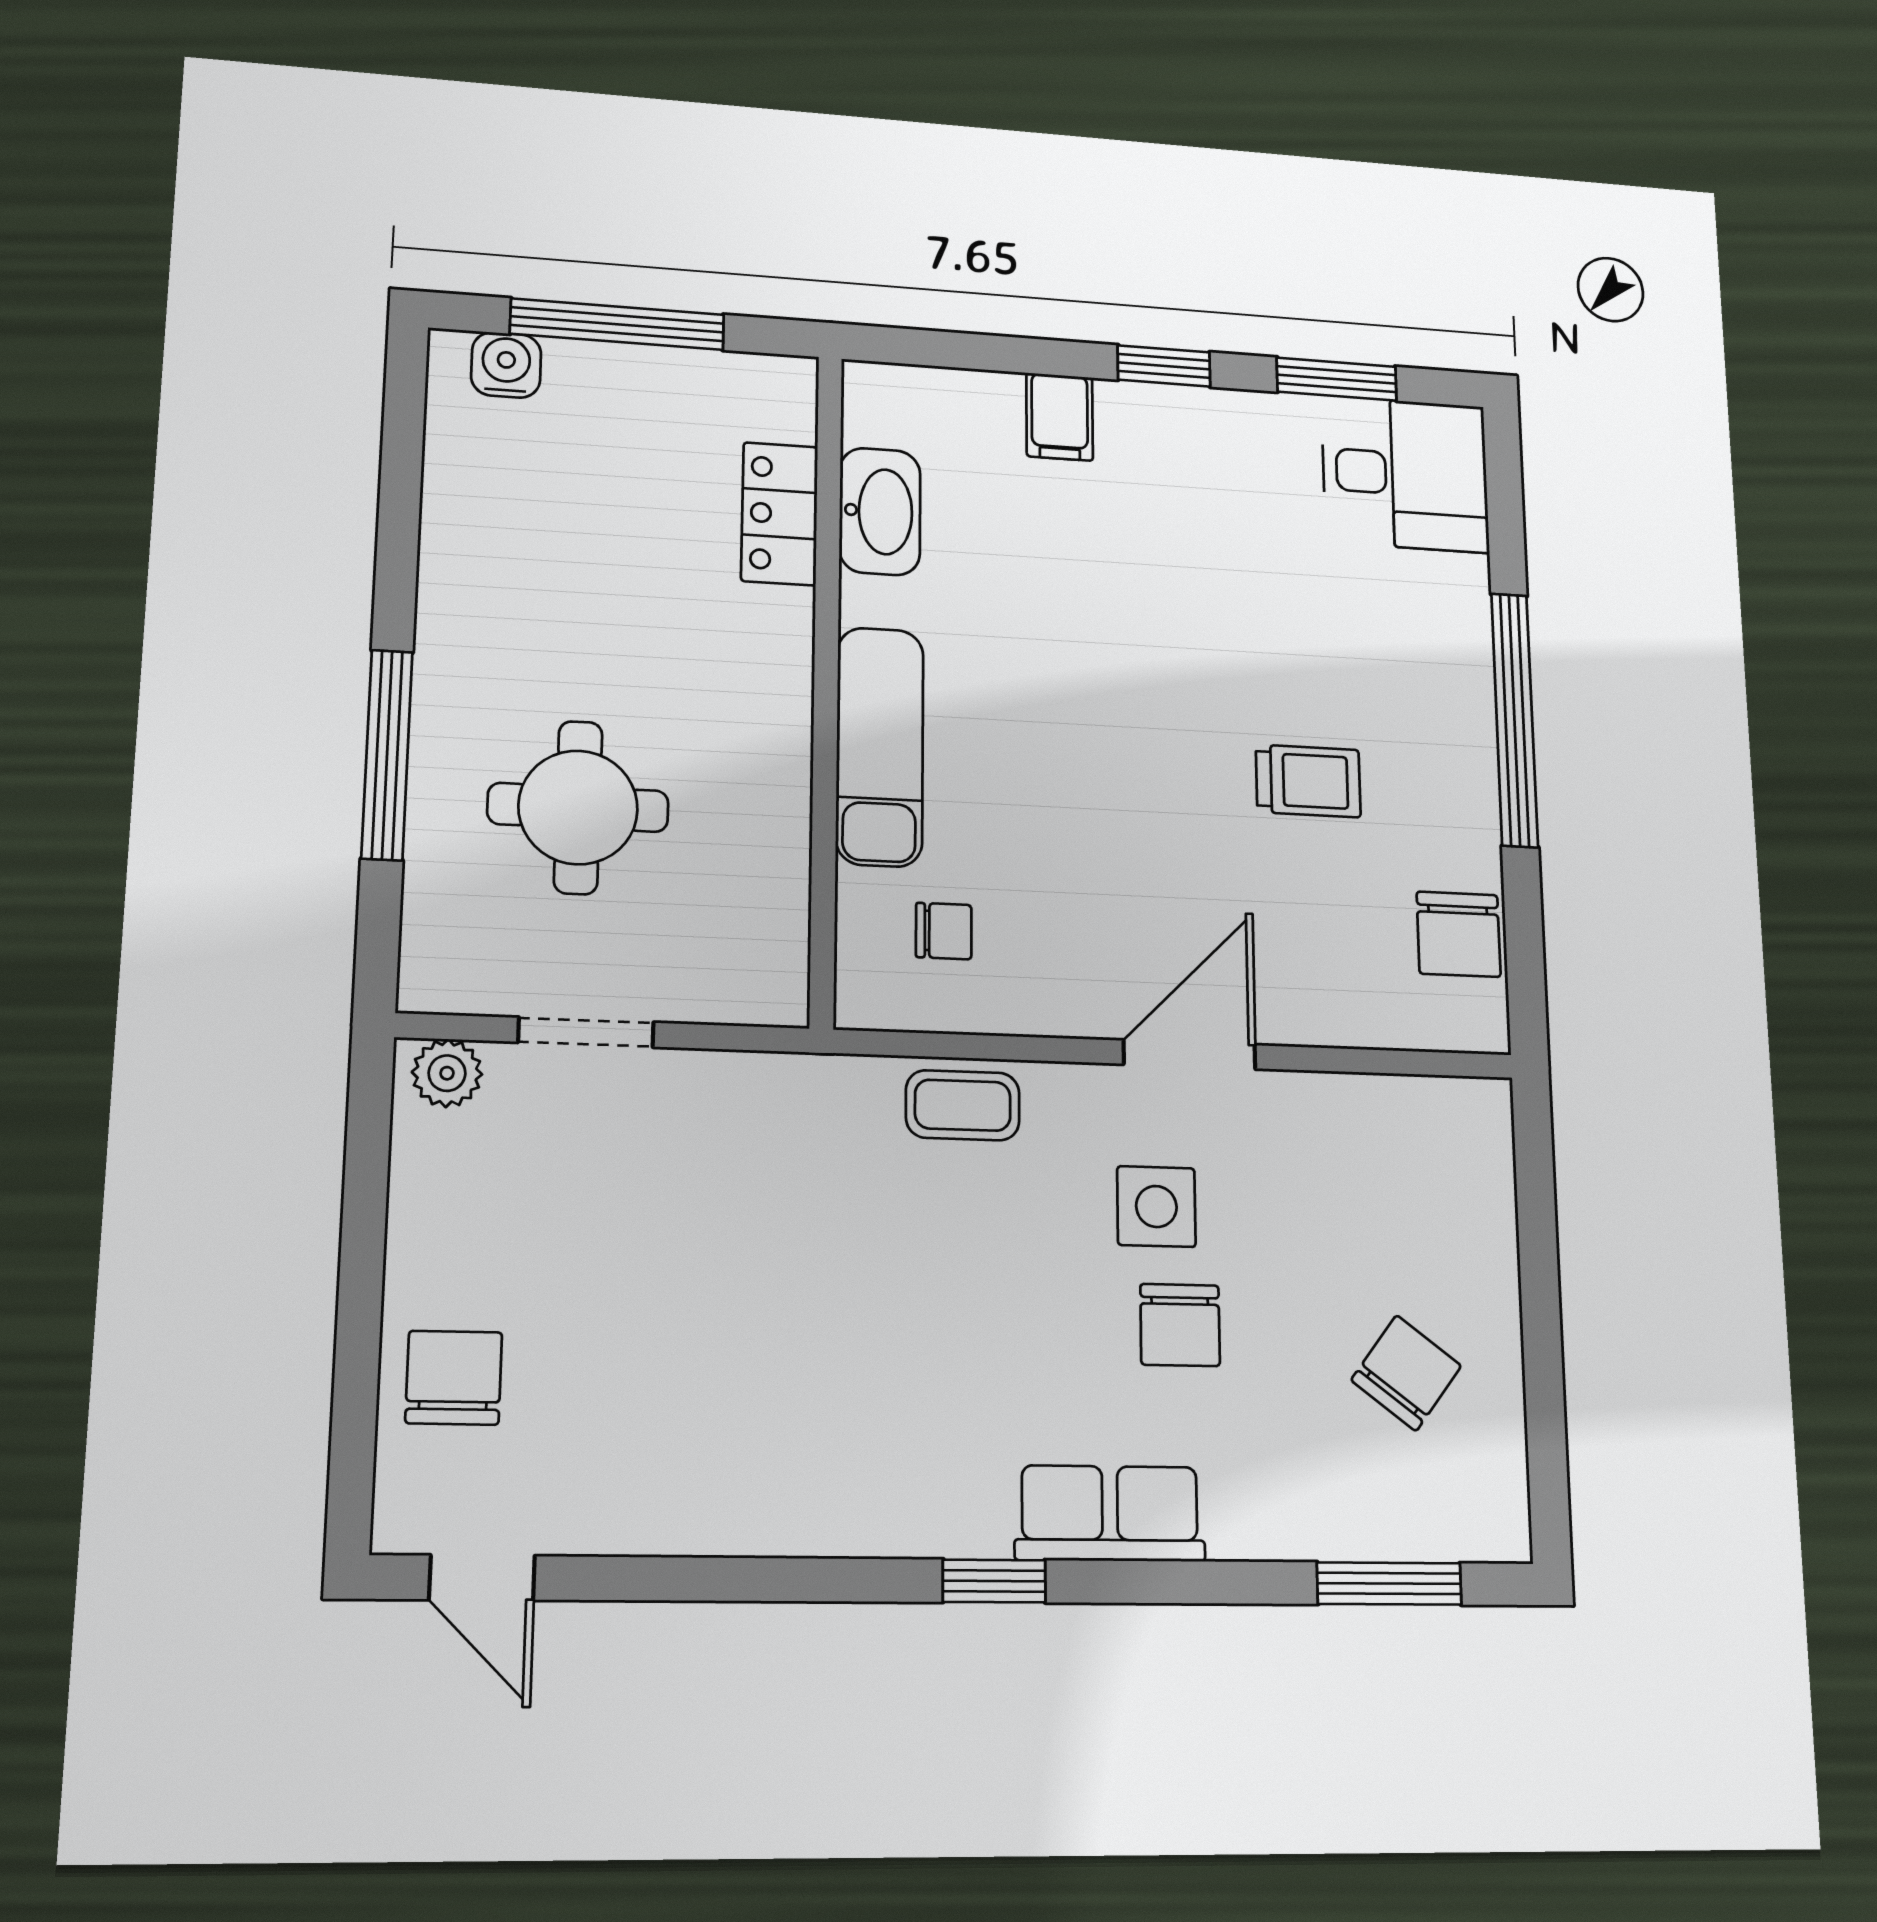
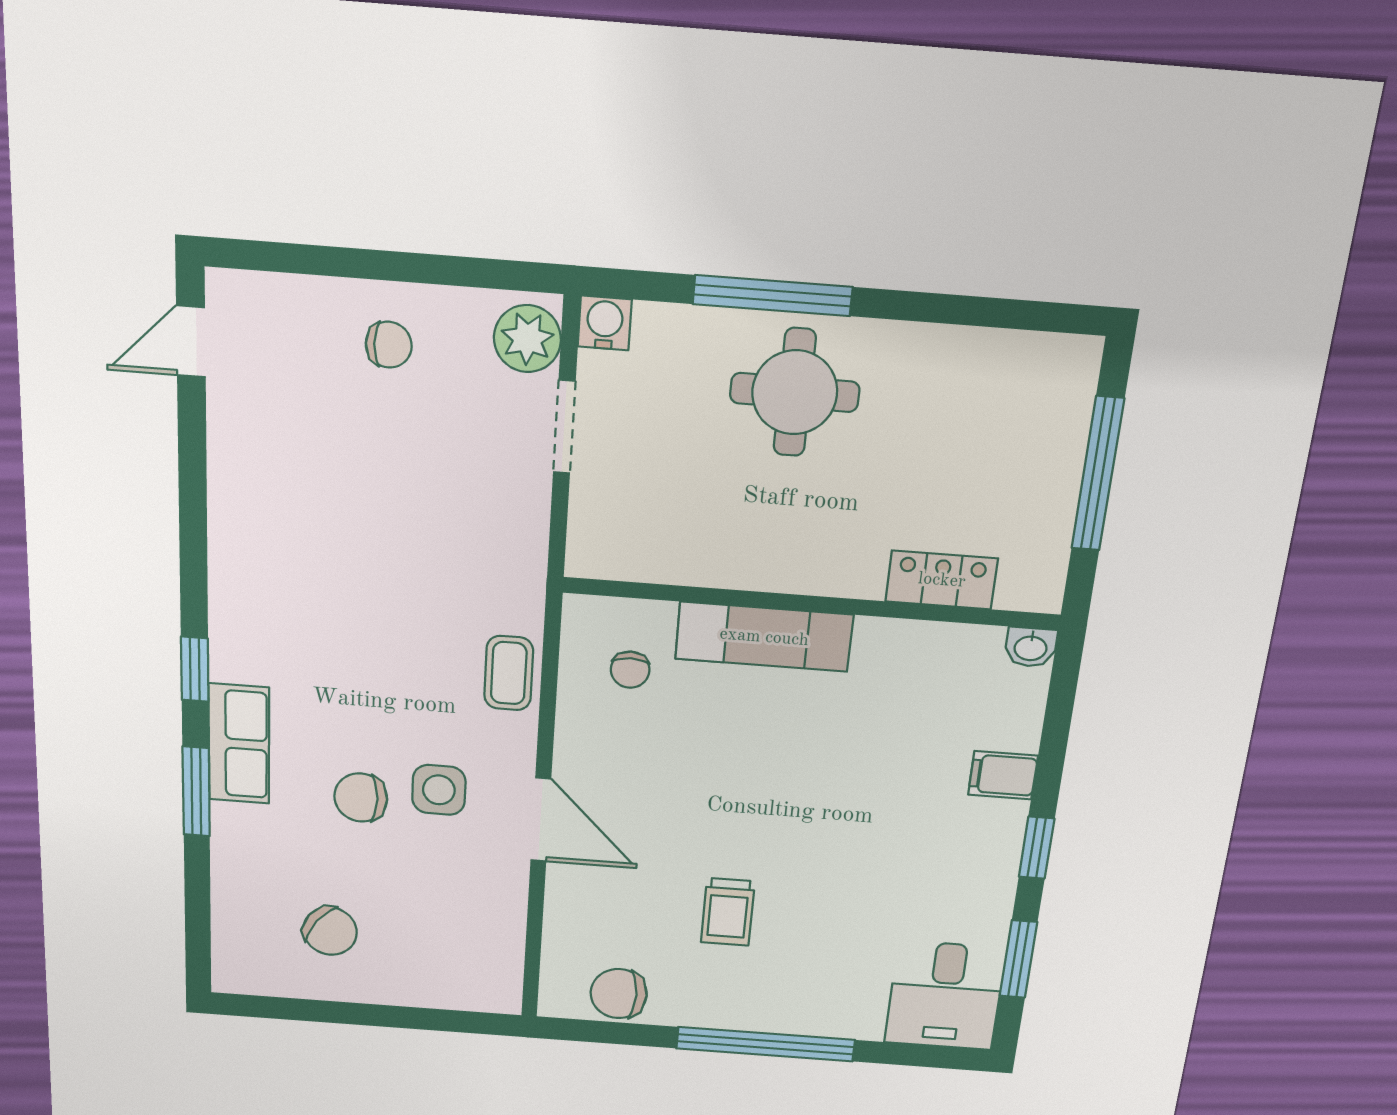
water cooler: (506, 365) -> (605, 323), moved, turned -90
washbasin: (880, 511) -> (1031, 647), moved, width x0.52, depth x0.69
round table: (578, 807) -> (795, 392), moved
plant: (447, 1073) -> (527, 339), width x1.38, depth x1.38
chair: (454, 1378) -> (389, 345), moved, width x0.73, depth x0.73
window: (1389, 1584) -> (196, 791), moved

